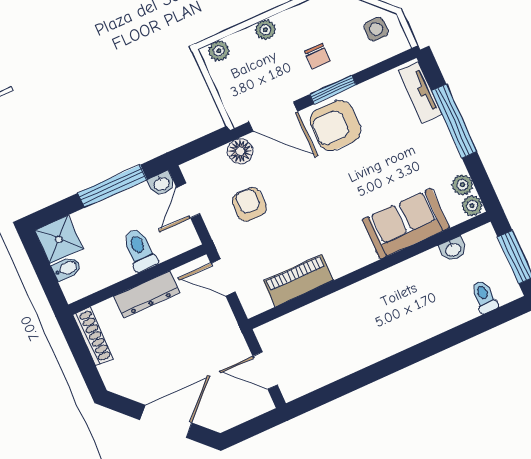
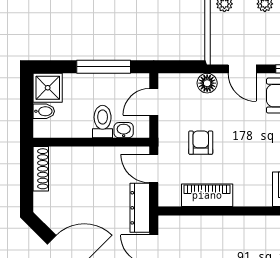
door: (273, 117) -> (242, 69), width x0.73
washbasin: (162, 184) -> (124, 130), moved, turned 180
armchair: (249, 204) -> (201, 143), moved
dresser: (147, 294) -> (140, 208), moved, turned 90

